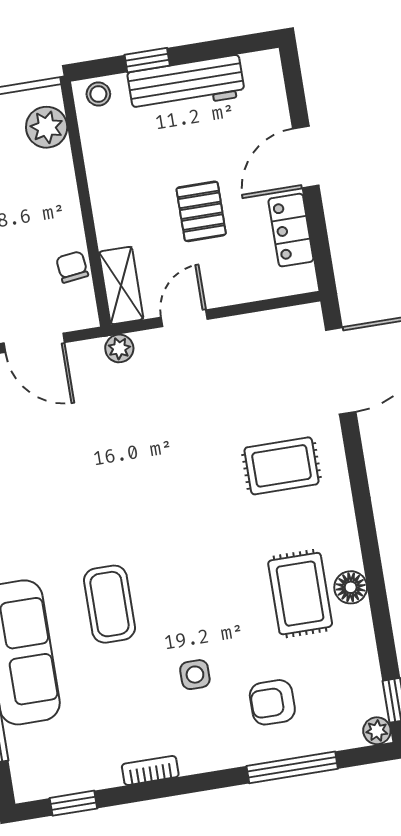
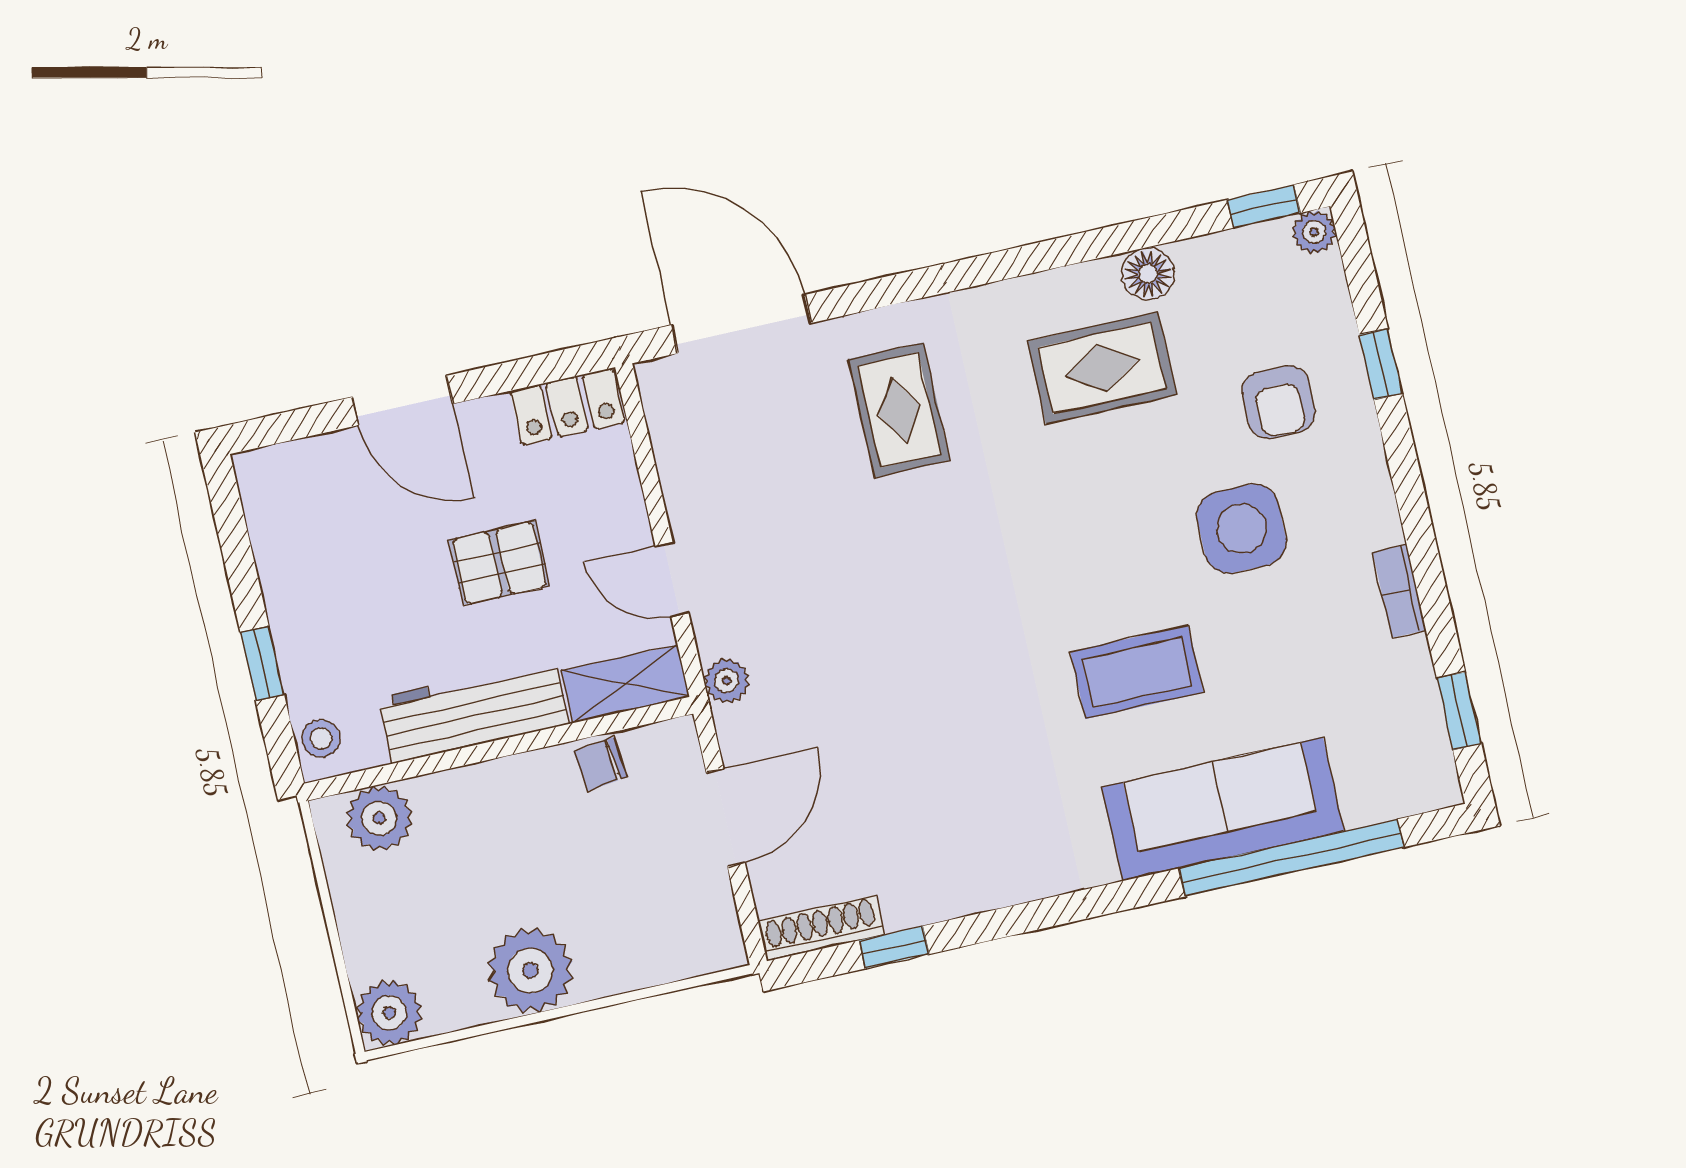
workbench: (186, 84) -> (473, 711), moved, turned -90
locker: (291, 230) -> (567, 407), moved
floor lamp: (351, 587) -> (1148, 274), moved
side table: (195, 675) -> (1242, 529), width x1.87, depth x1.87
window: (292, 767) -> (1381, 364), width x0.46

